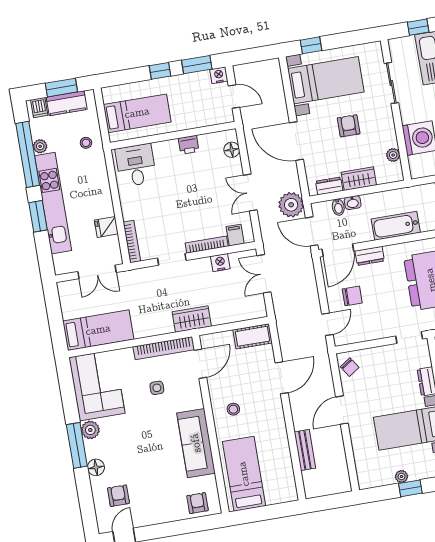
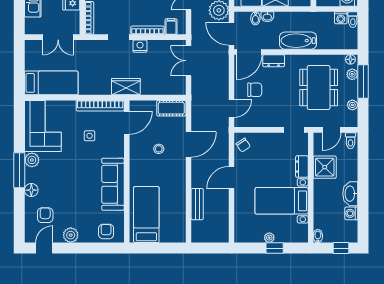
nightstand: (220, 263) -> (140, 46), moved
stool: (233, 409) -> (159, 149), moved
plant: (154, 515) -> (71, 235), added

